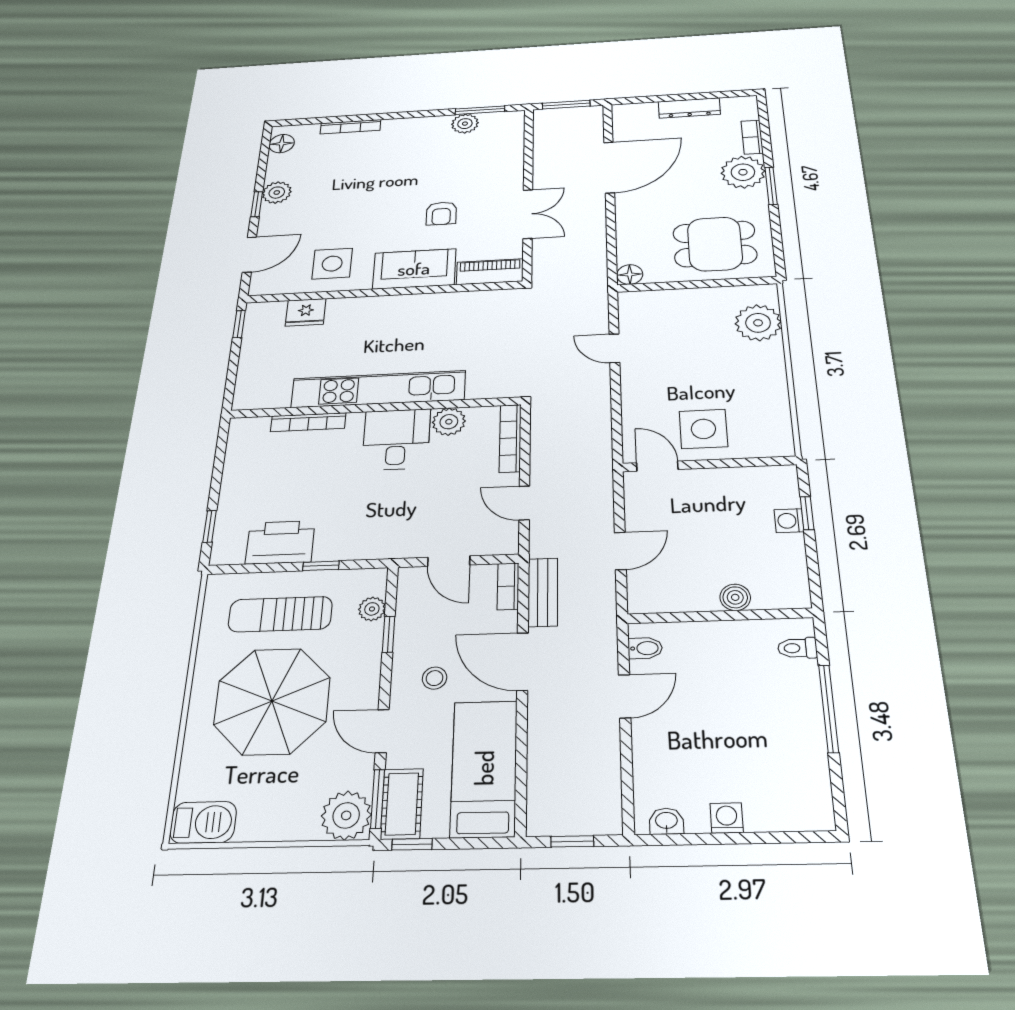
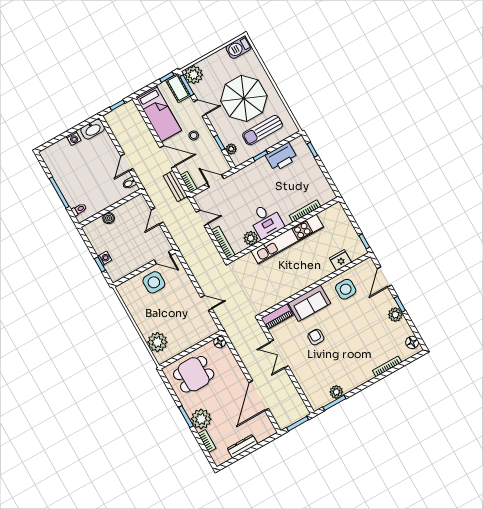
sun lounger: (280, 614) -> (262, 130), turned 180
washbasin: (666, 821) -> (93, 129), width x1.91, depth x1.45

